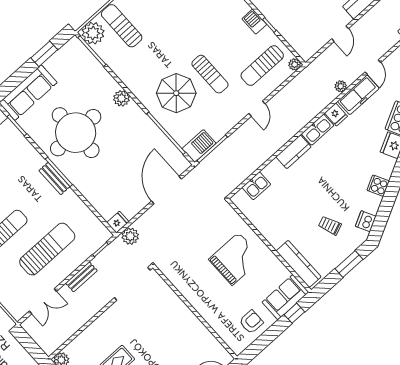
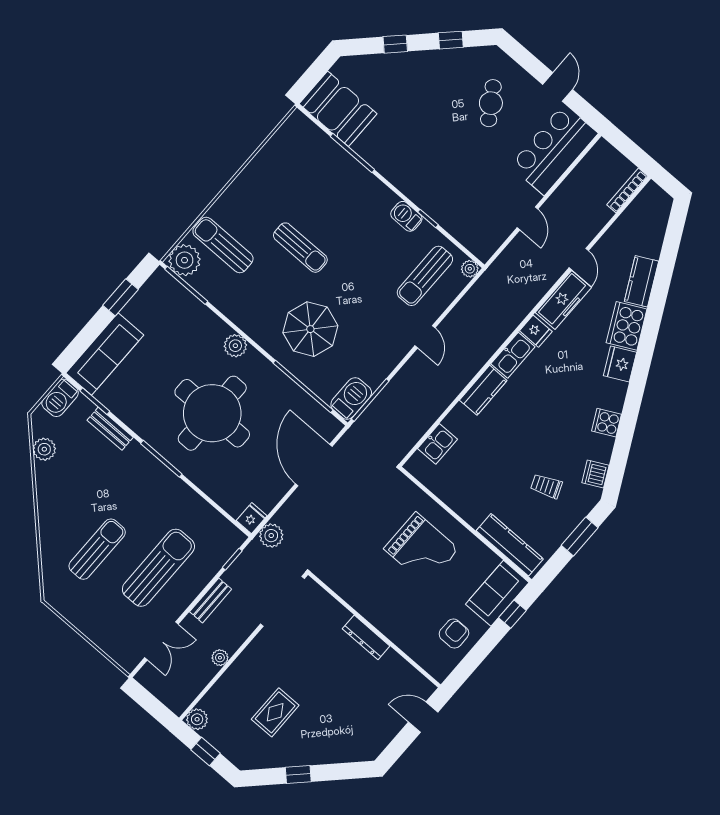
sun lounger: (210, 74) -> (300, 248), moved
plant: (341, 86) -> (220, 658), moved
round table: (76, 133) -> (212, 413), moved
bench: (54, 179) -> (110, 429), moved
grand piano: (235, 259) -> (421, 549), turned 90
dresser: (188, 317) -> (366, 637), added

